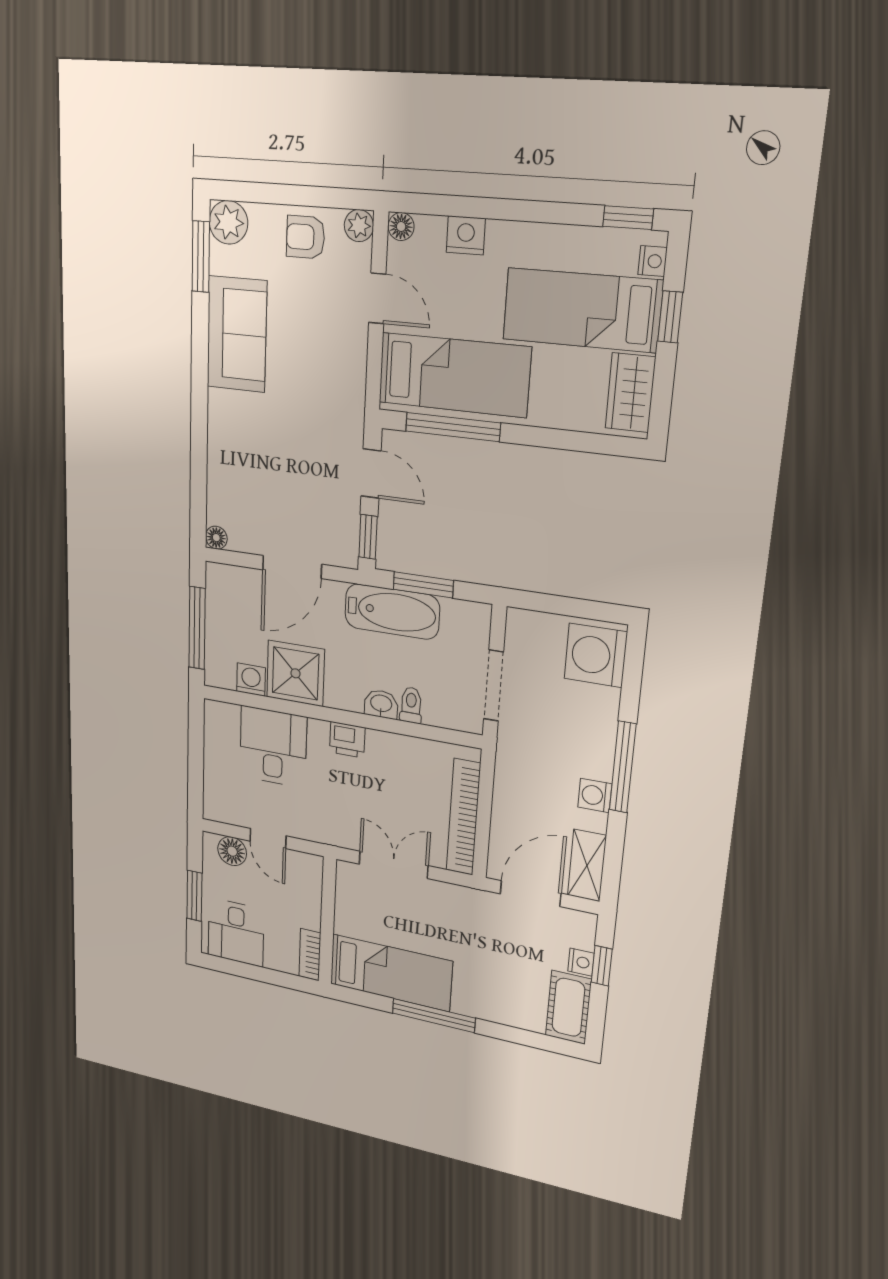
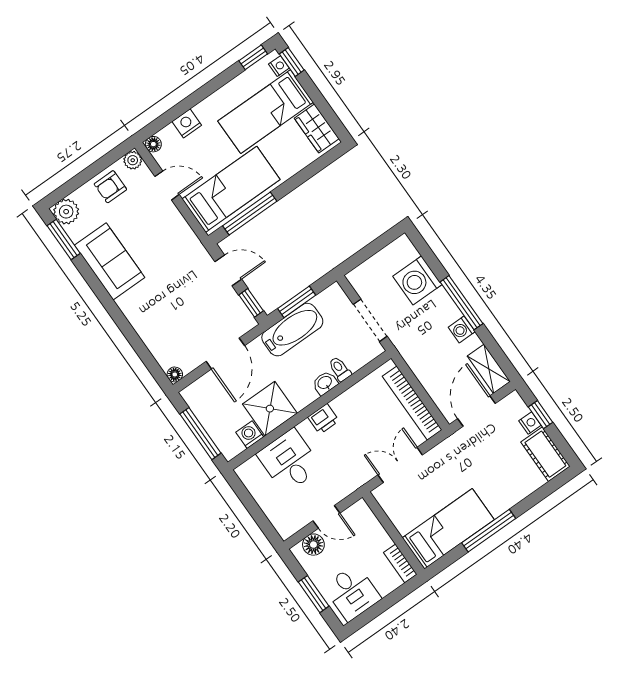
window: (670, 317) -> (292, 62), moved
washing machine: (596, 655) -> (417, 280), moved

